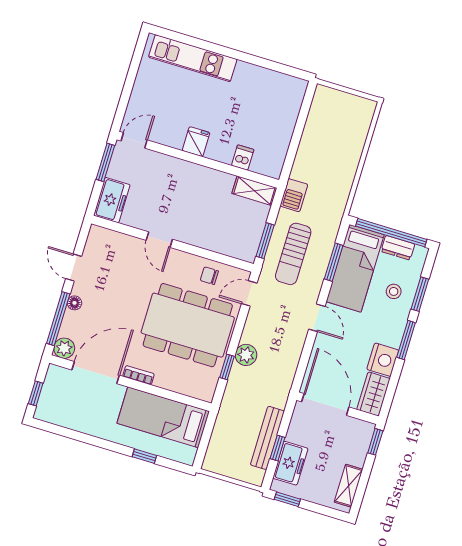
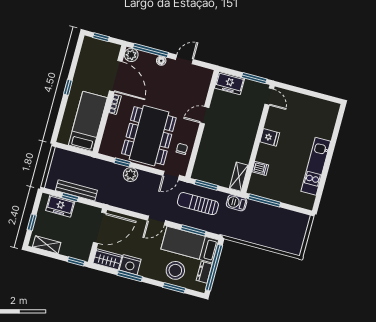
kitchen unit: (193, 58) -> (316, 166), moved
window: (292, 153) -> (264, 200), added
stool: (394, 291) -> (175, 270), width x1.89, depth x1.89
door: (249, 293) -> (171, 175), swing flipped
window: (406, 340) -> (130, 276), moved
window: (144, 456) -> (68, 87), moved
window: (287, 499) -> (32, 222), moved

